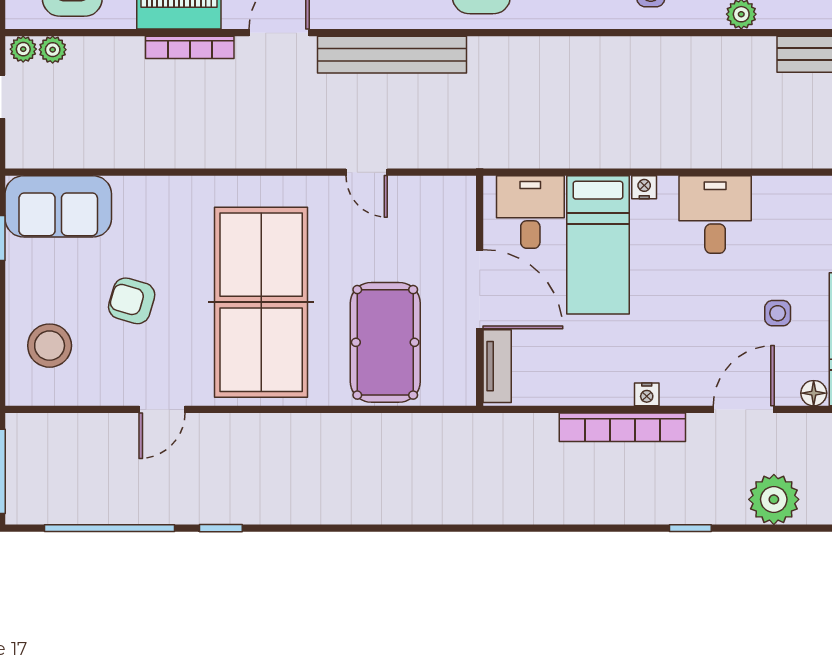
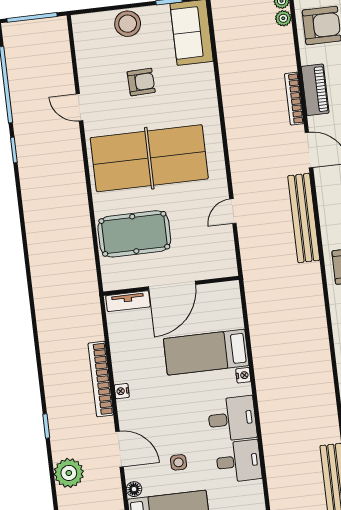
desk: (530, 212) -> (239, 461), moved
armchair: (132, 301) -> (141, 82), turned 72
stool: (50, 346) -> (128, 24), moved

